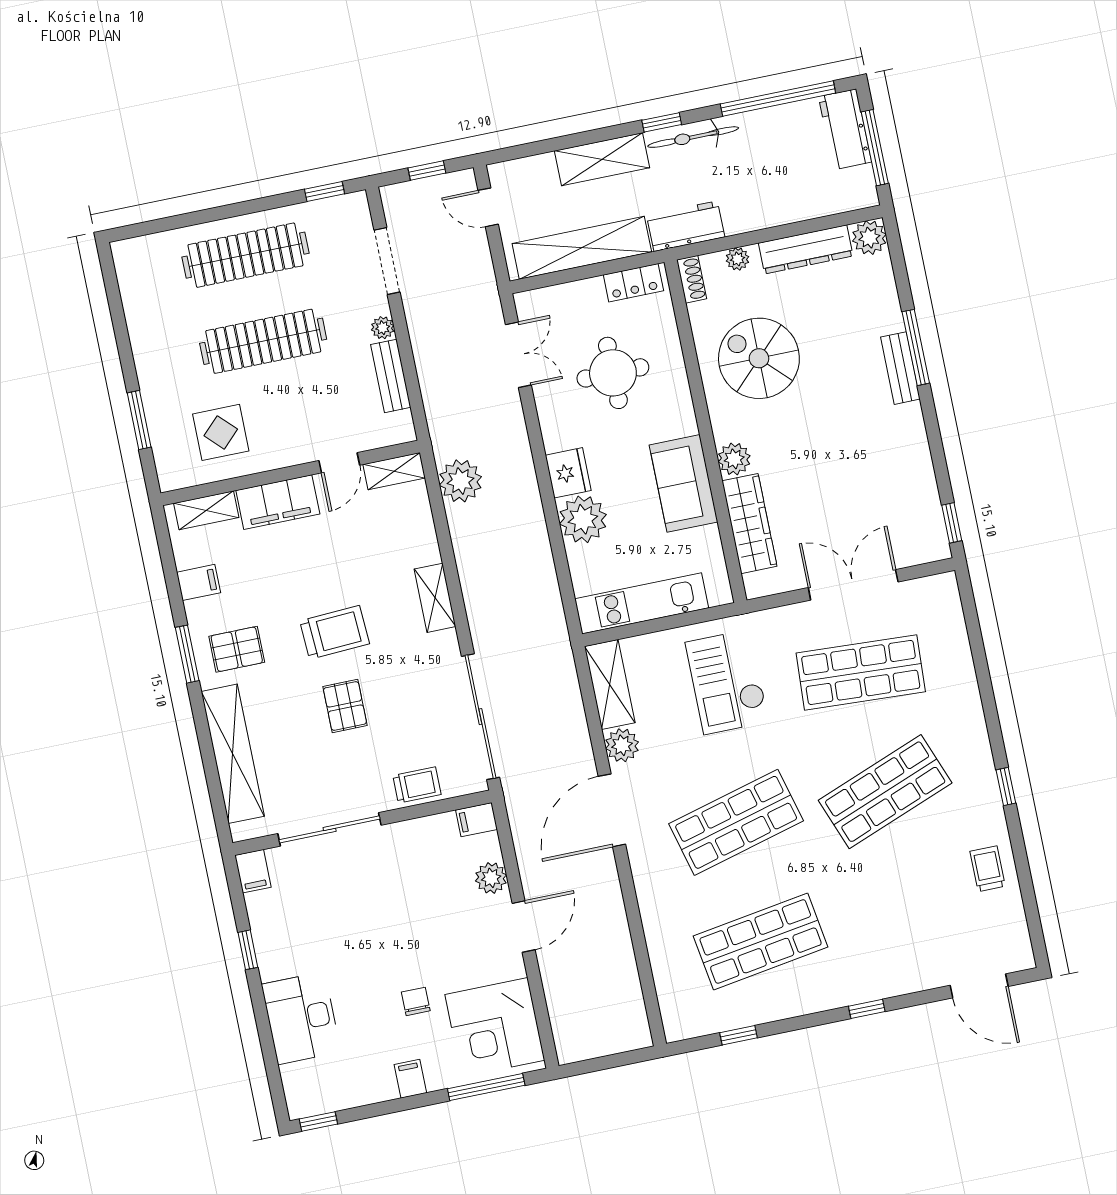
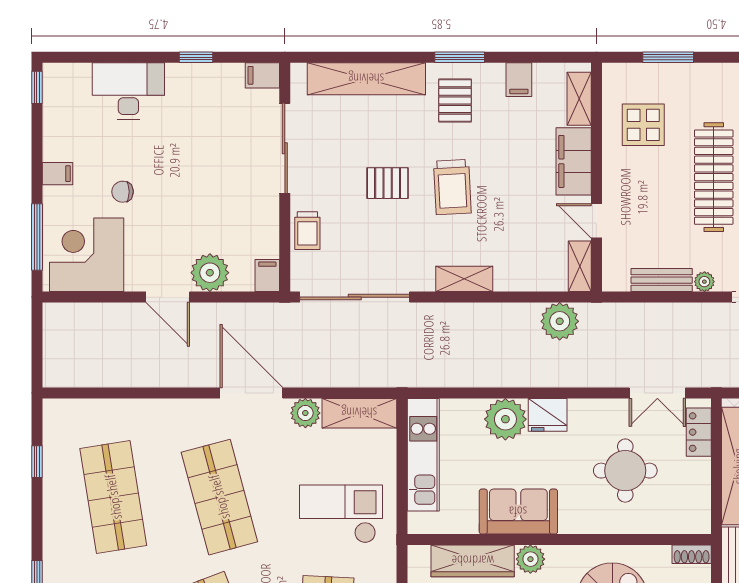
locker: (633, 283) -> (699, 432), moved
plant: (491, 878) -> (210, 273), width x1.36, depth x1.36
chair: (416, 1001) -> (123, 192), turned 180

